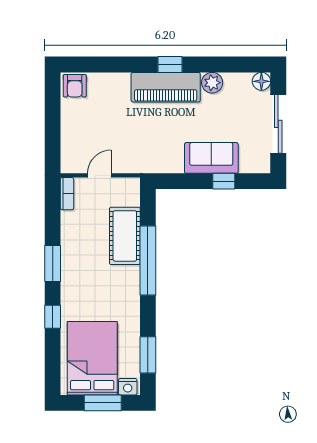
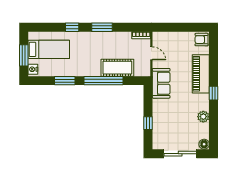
piano: (166, 87) -> (201, 74), moved
sofa: (211, 158) -> (161, 83), moved
window: (148, 355) -> (65, 81), moved
bed: (92, 358) -> (49, 49), width x0.67

